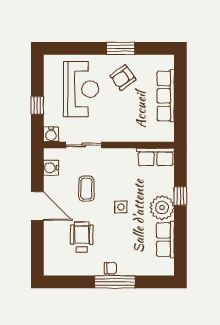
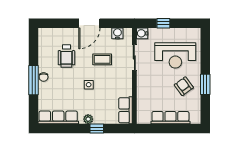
plant: (162, 208) -> (88, 119), width x0.53, depth x0.53
wheelchair: (82, 237) -> (66, 56), turned 90
row of seats: (165, 240) -> (58, 117), width x1.48

